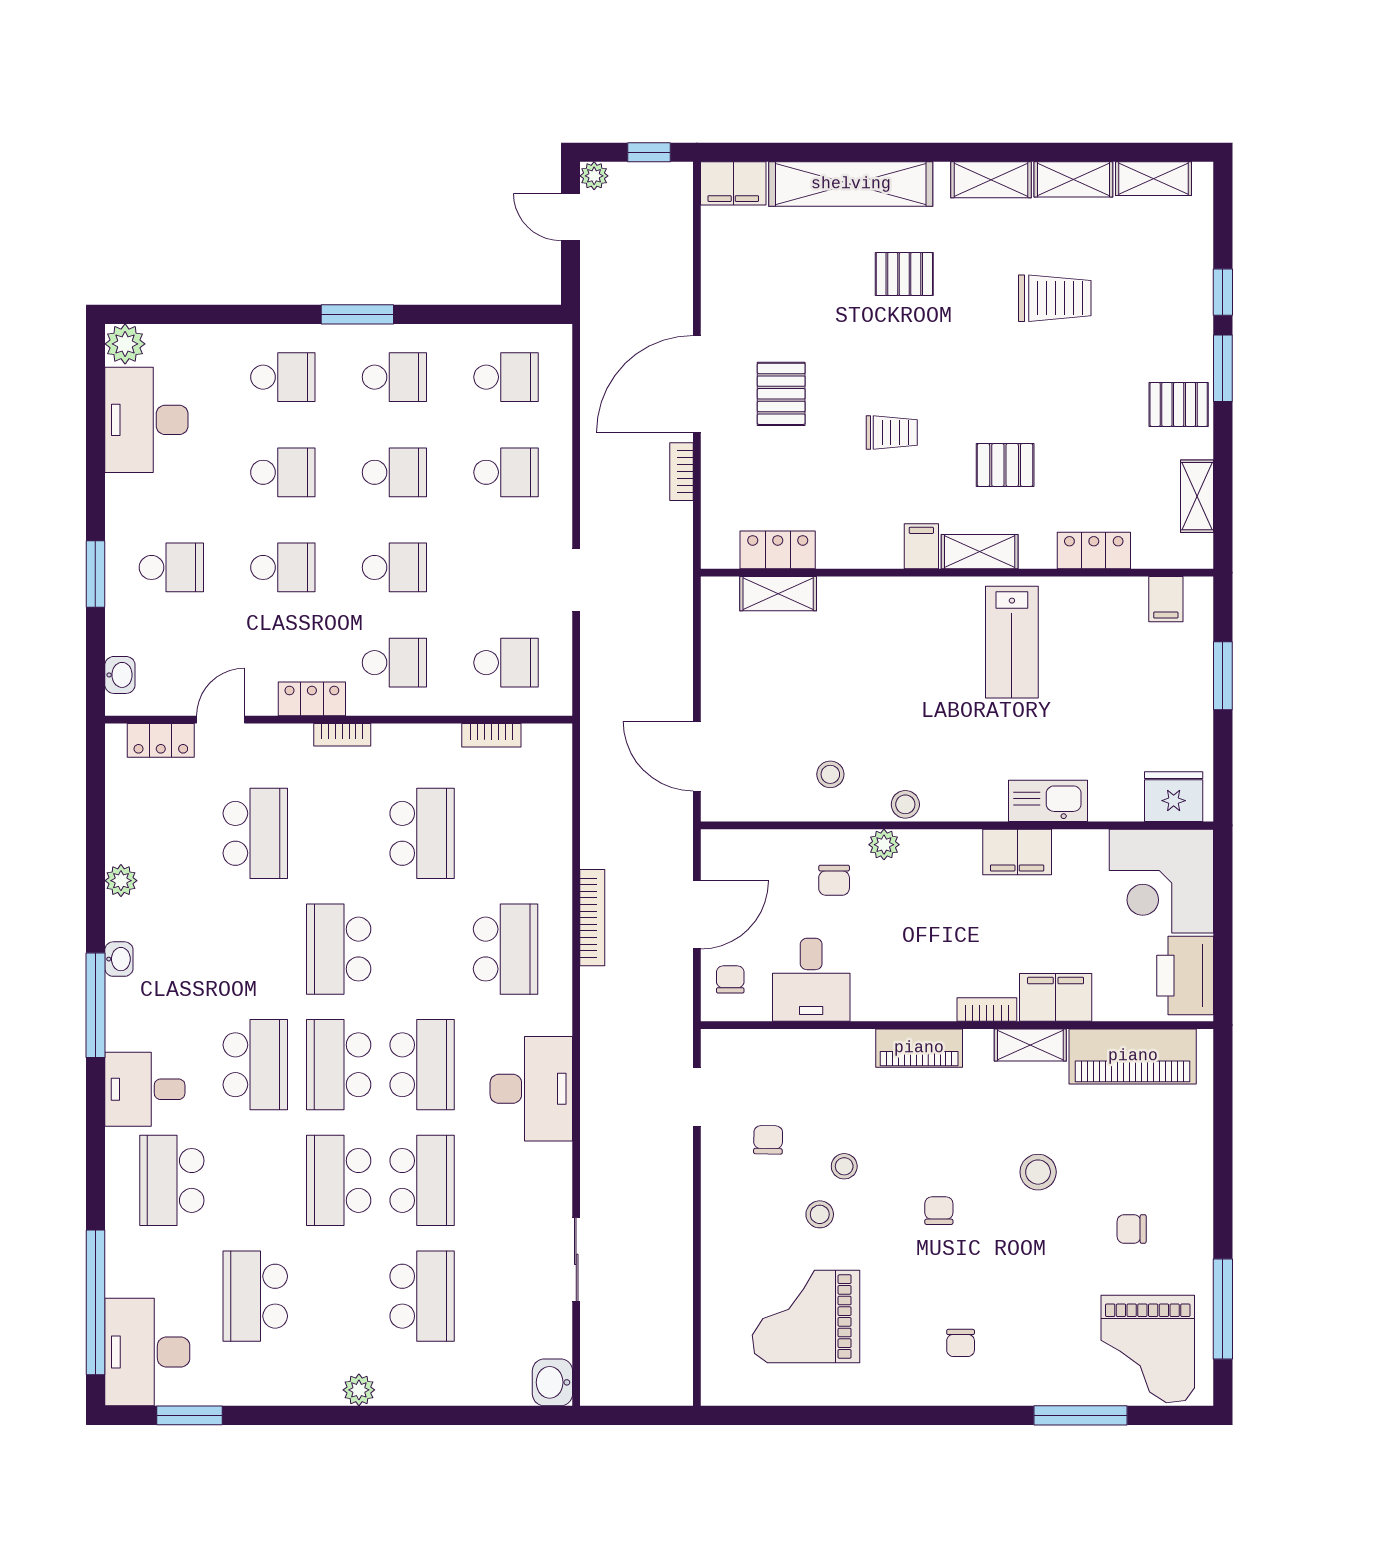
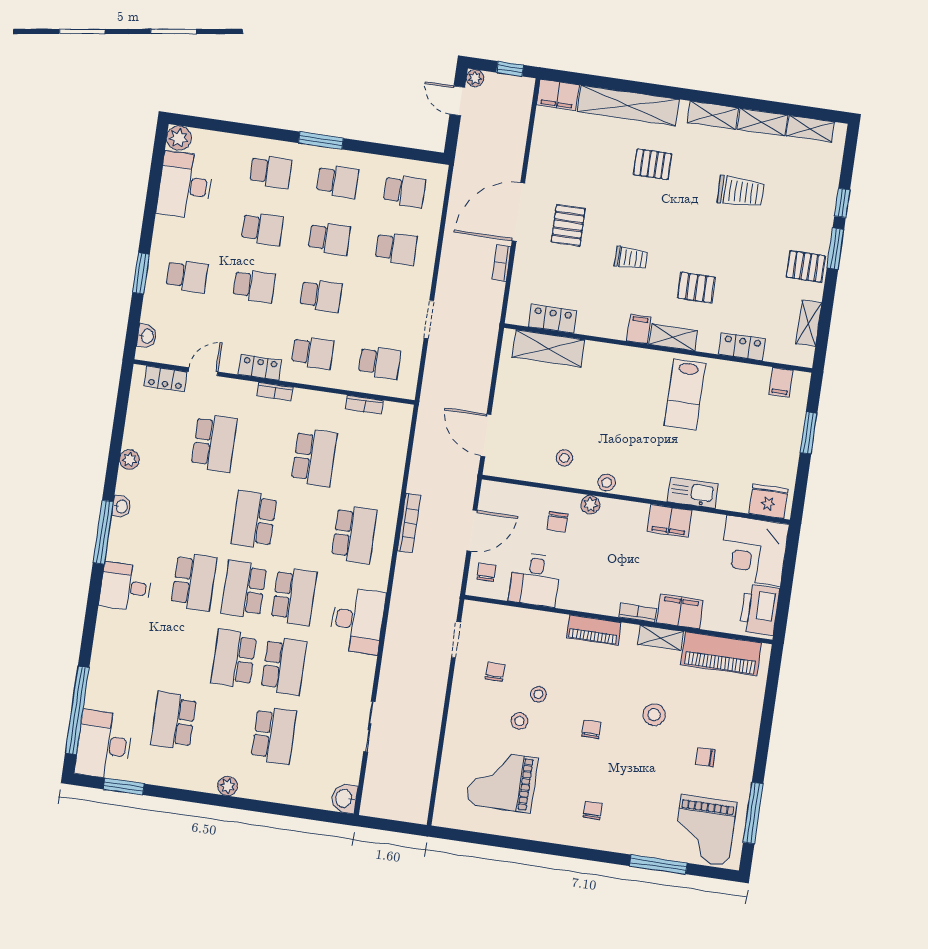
shelving: (778, 594) -> (548, 348), width x1.50, depth x1.33
school desk: (172, 1180) -> (134, 644), removed
chair: (961, 1343) -> (593, 811), turned 180

